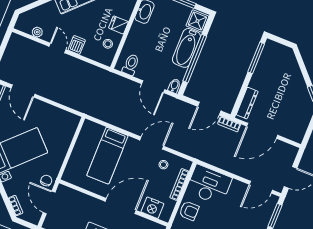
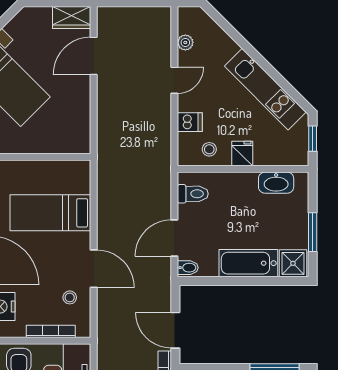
dishwasher: (77, 45) -> (190, 122), moved
window: (195, 59) -> (238, 281), removed

